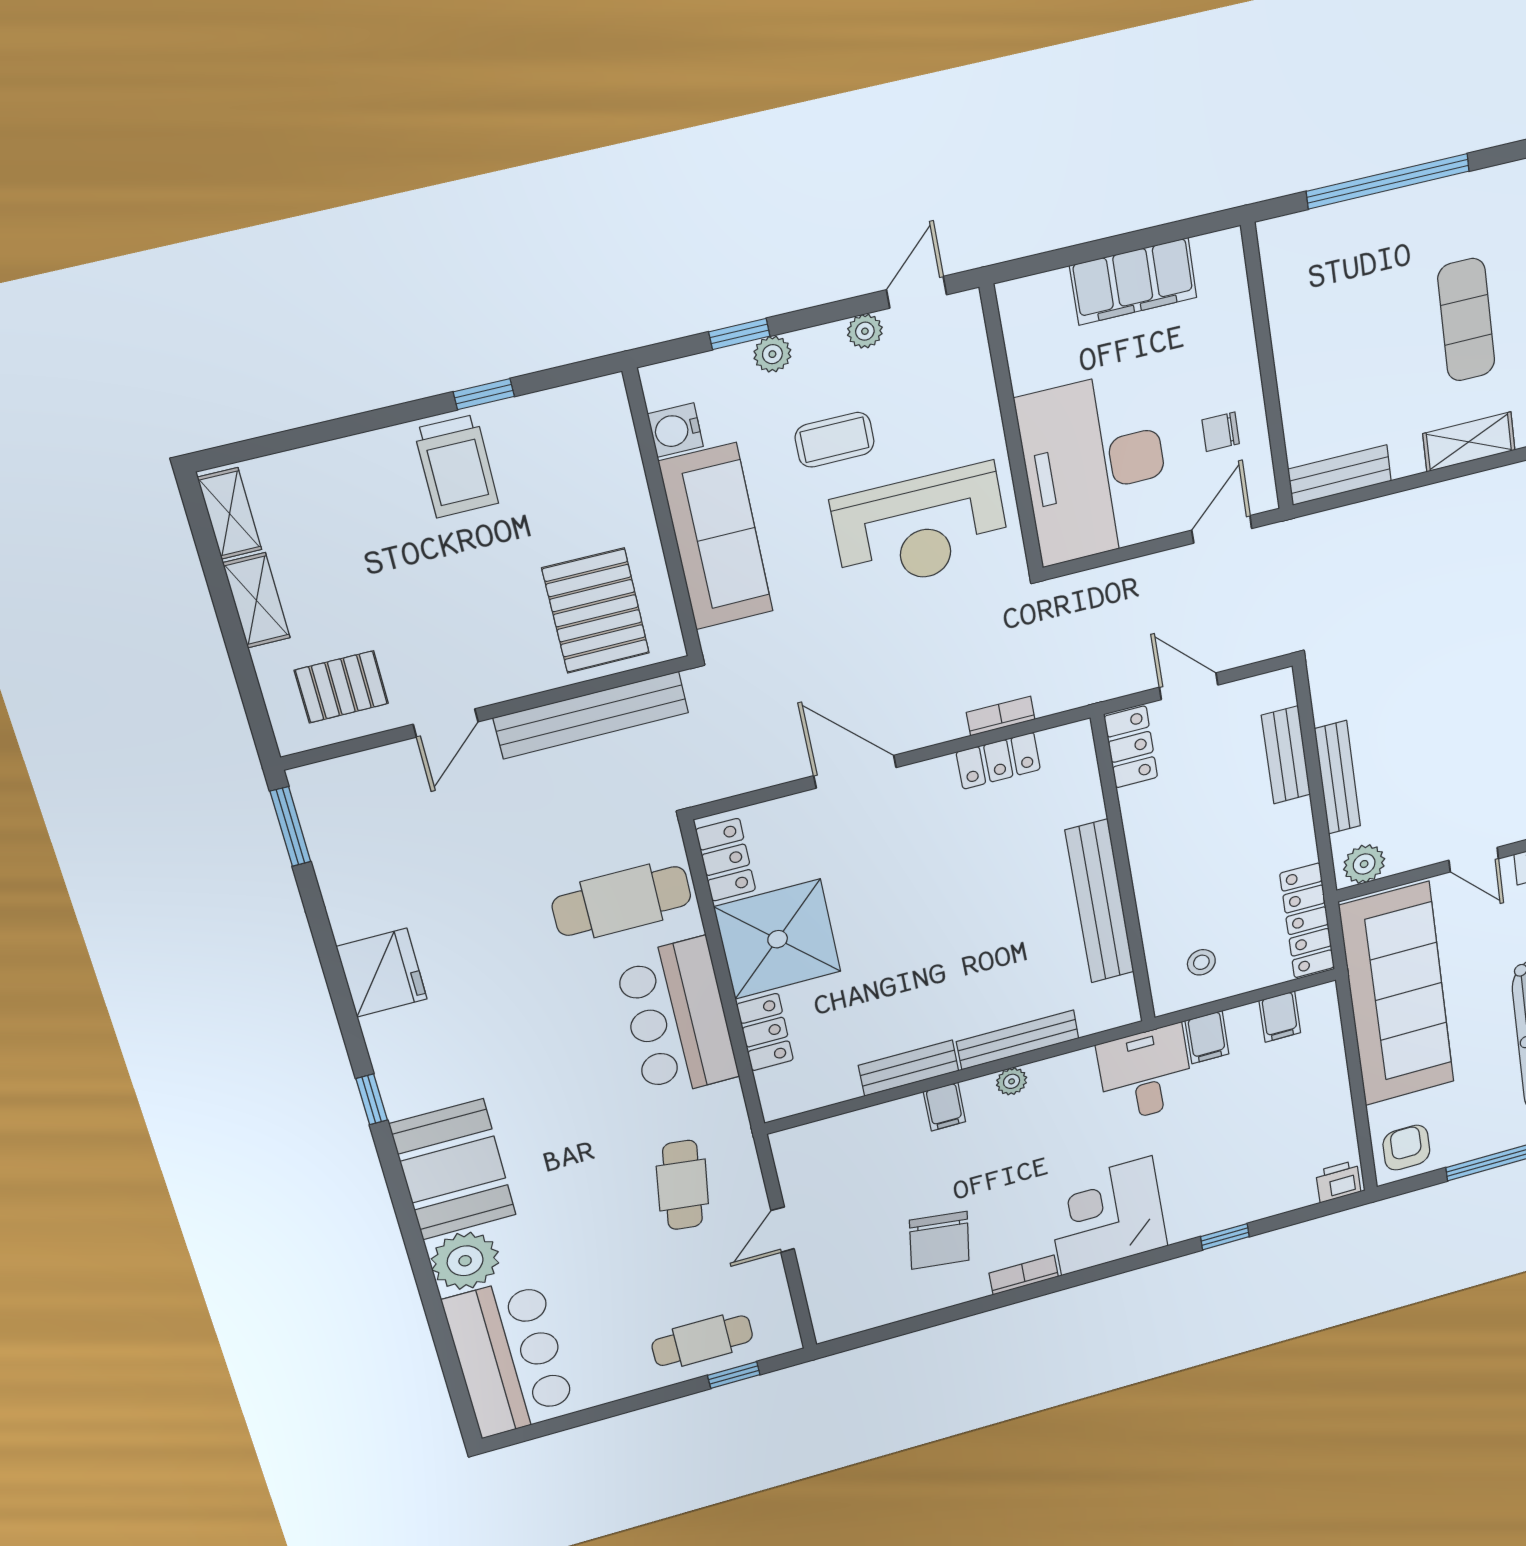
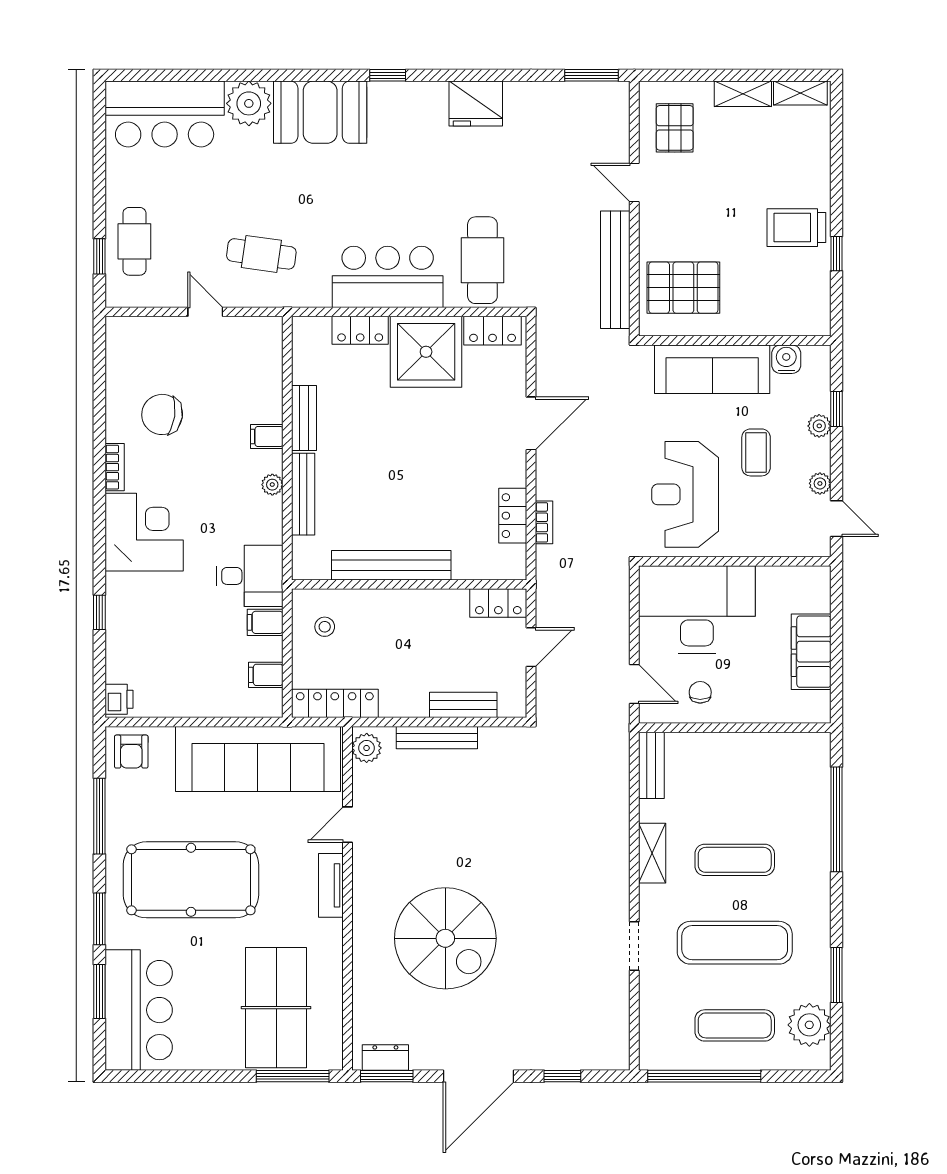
armchair: (1406, 1148) -> (131, 752), turned 90

